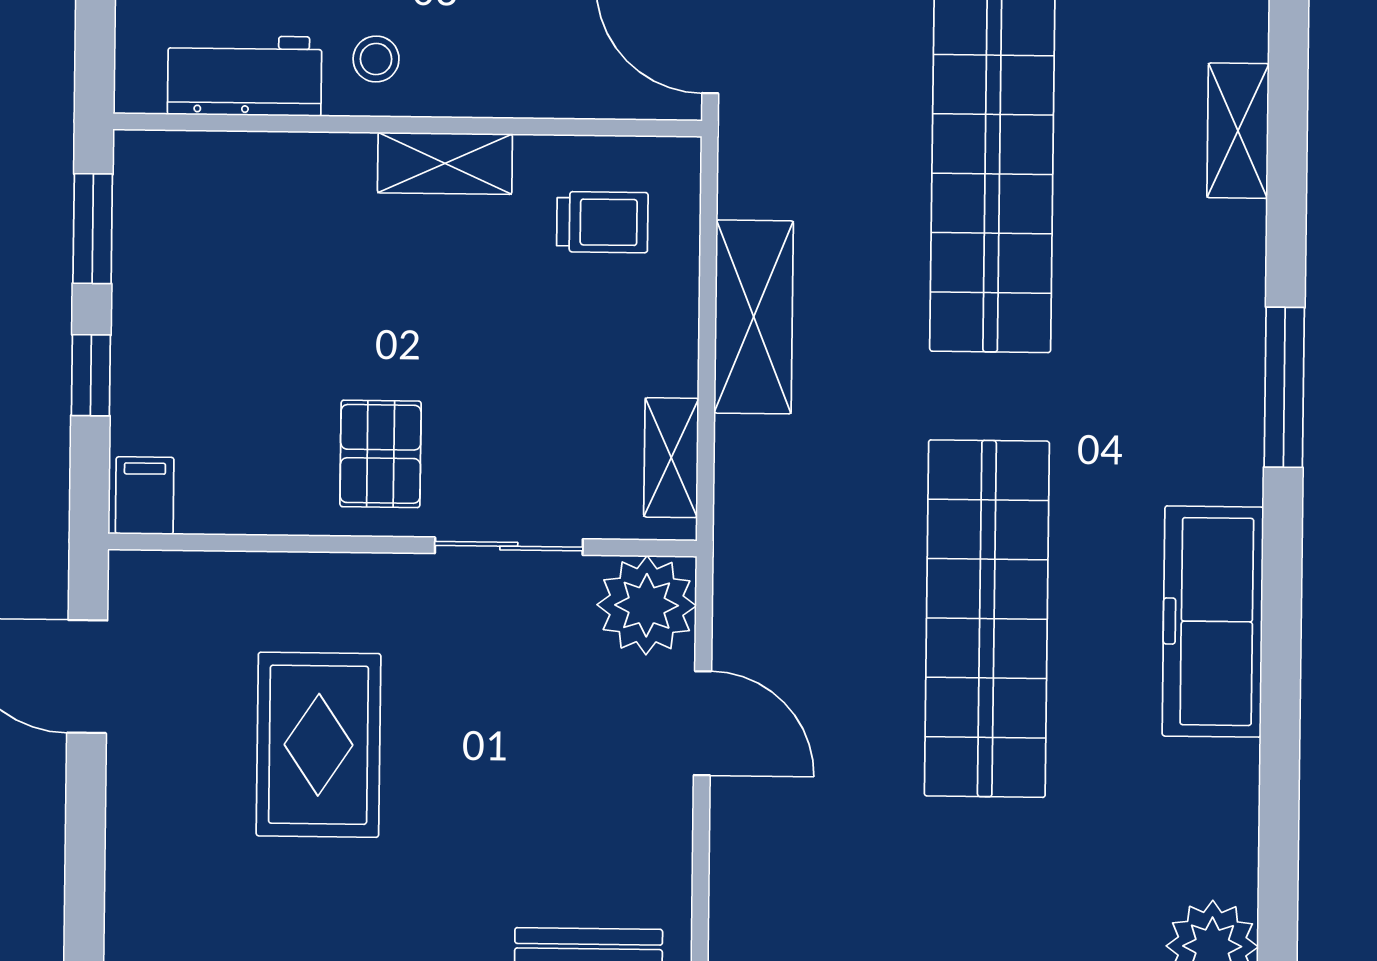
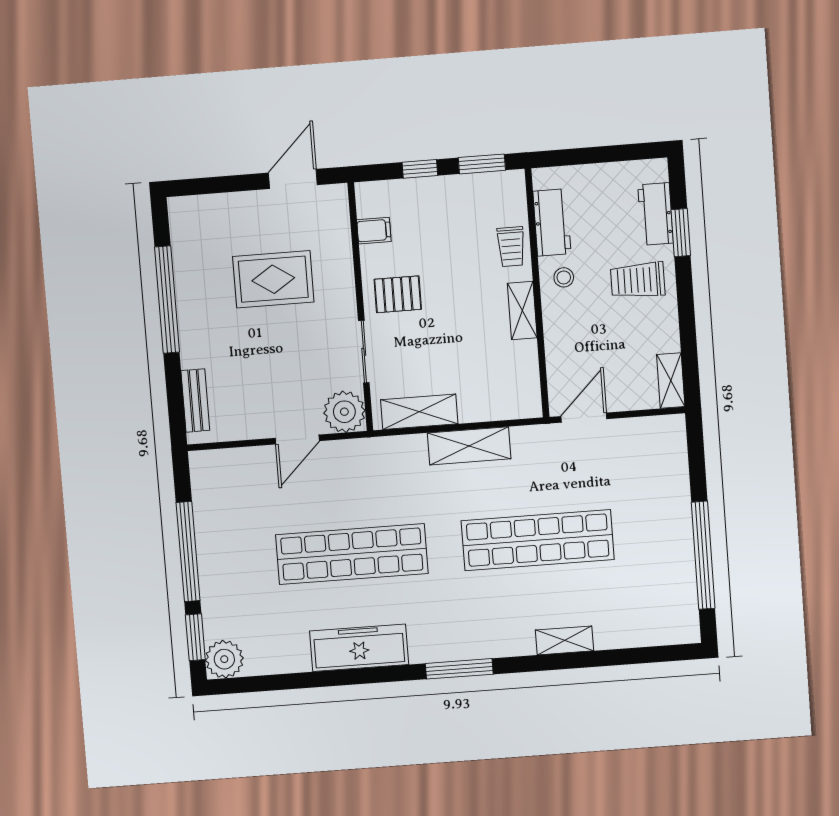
trolley: (602, 222) -> (511, 247), moved
shelving: (671, 458) -> (419, 412), width x1.50, depth x1.33
filing cabinet: (145, 496) -> (374, 231), moved

